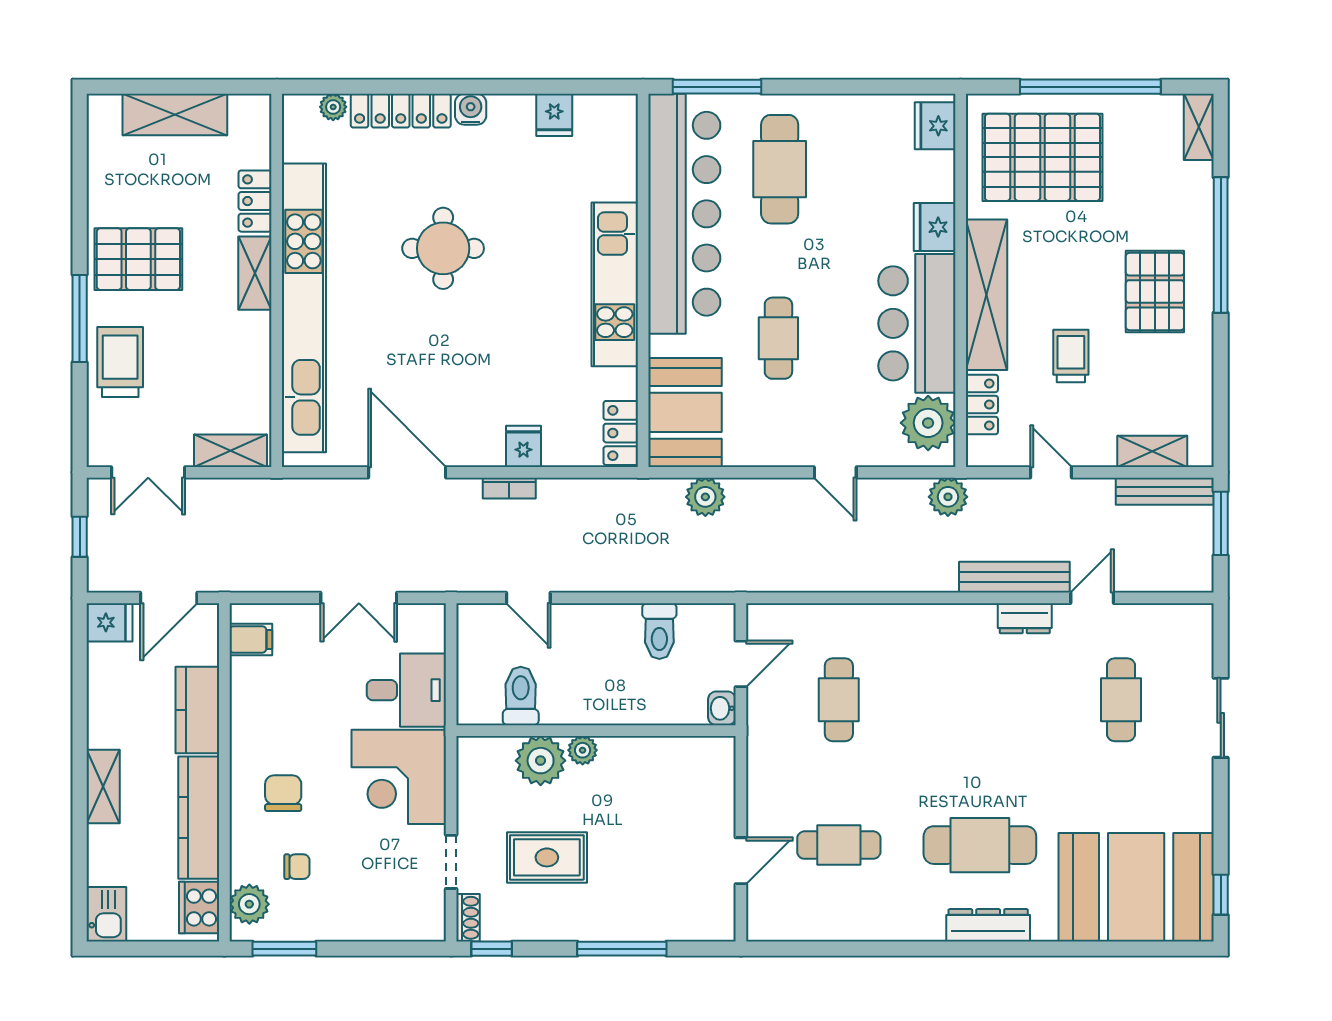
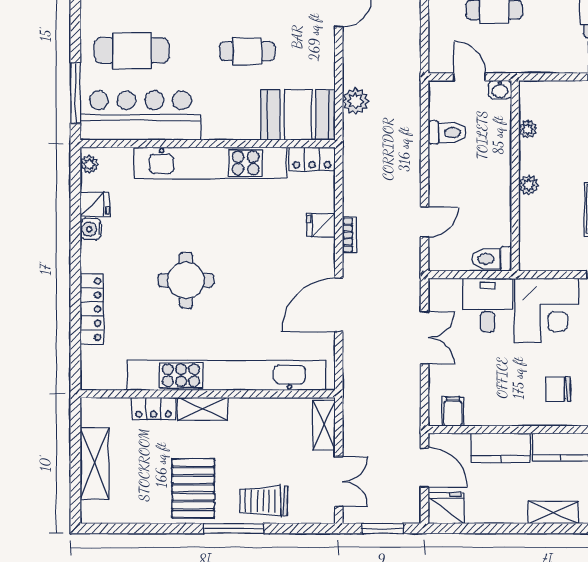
plant: (333, 107) -> (89, 164), moved
water cooler: (471, 109) -> (91, 229), moved
bar counter: (684, 214) -> (140, 116), width x0.73
kitchen unit: (615, 284) -> (210, 163), width x1.36
window: (80, 537) -> (383, 528), width x1.50
fridge: (109, 622) -> (446, 508), width x1.38
toilet: (521, 696) -> (491, 259), moved
plant: (541, 761) -> (528, 129), moved, width x0.53, depth x0.53

